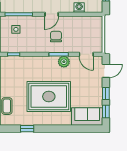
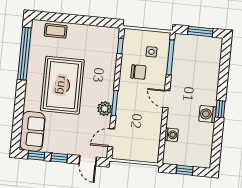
chair: (56, 37) -> (138, 72), moved
window: (27, 129) -> (24, 54), width x3.17

